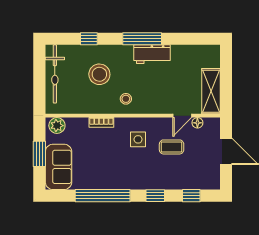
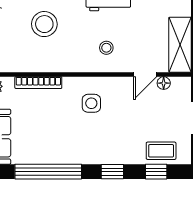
stool: (126, 99) -> (106, 48), moved
bookcase: (101, 122) -> (38, 83), width x1.56
coffee table: (172, 147) -> (161, 151), moved

